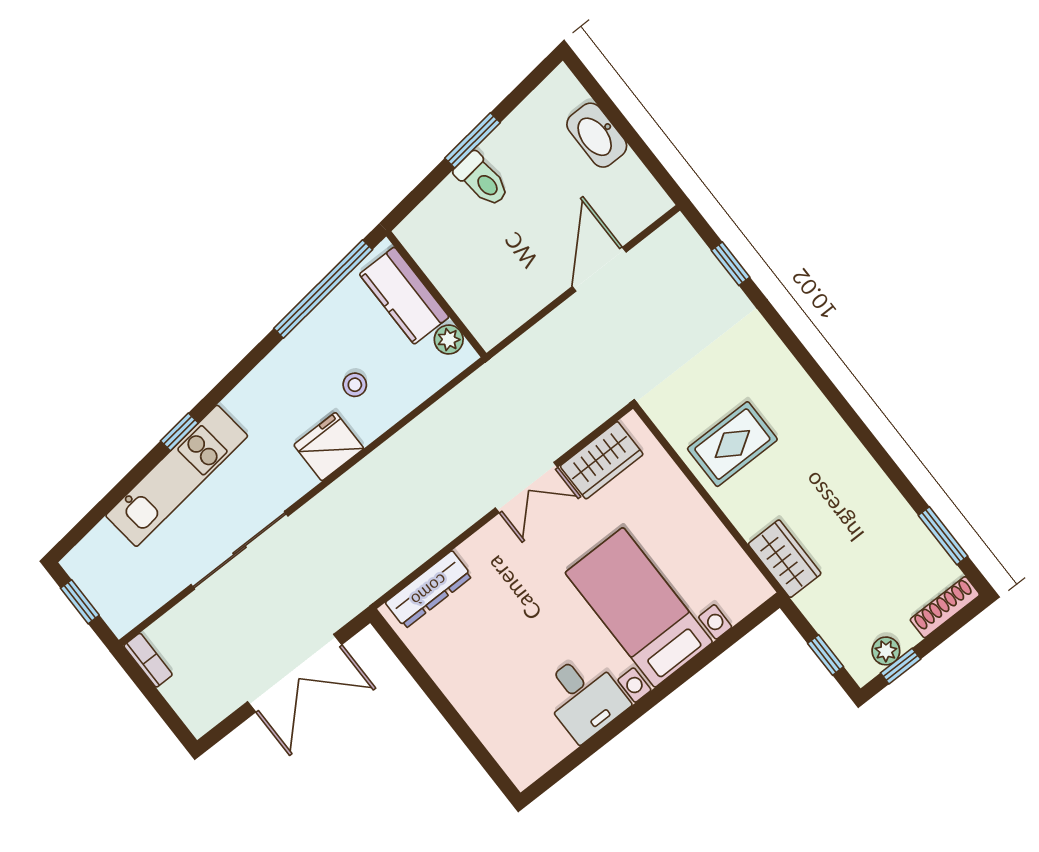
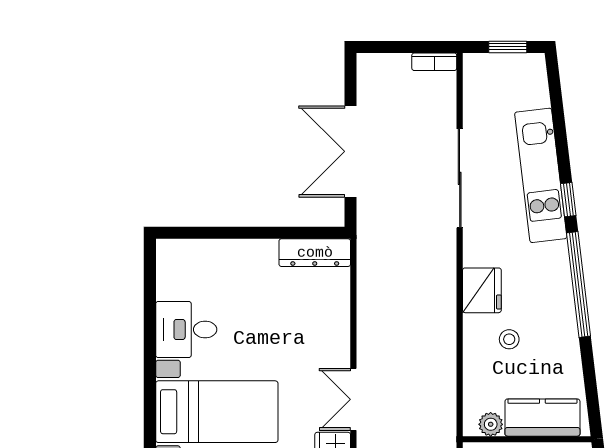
window: (323, 289) -> (578, 284), moved
dresser: (429, 590) -> (315, 253), moved, turned -90

